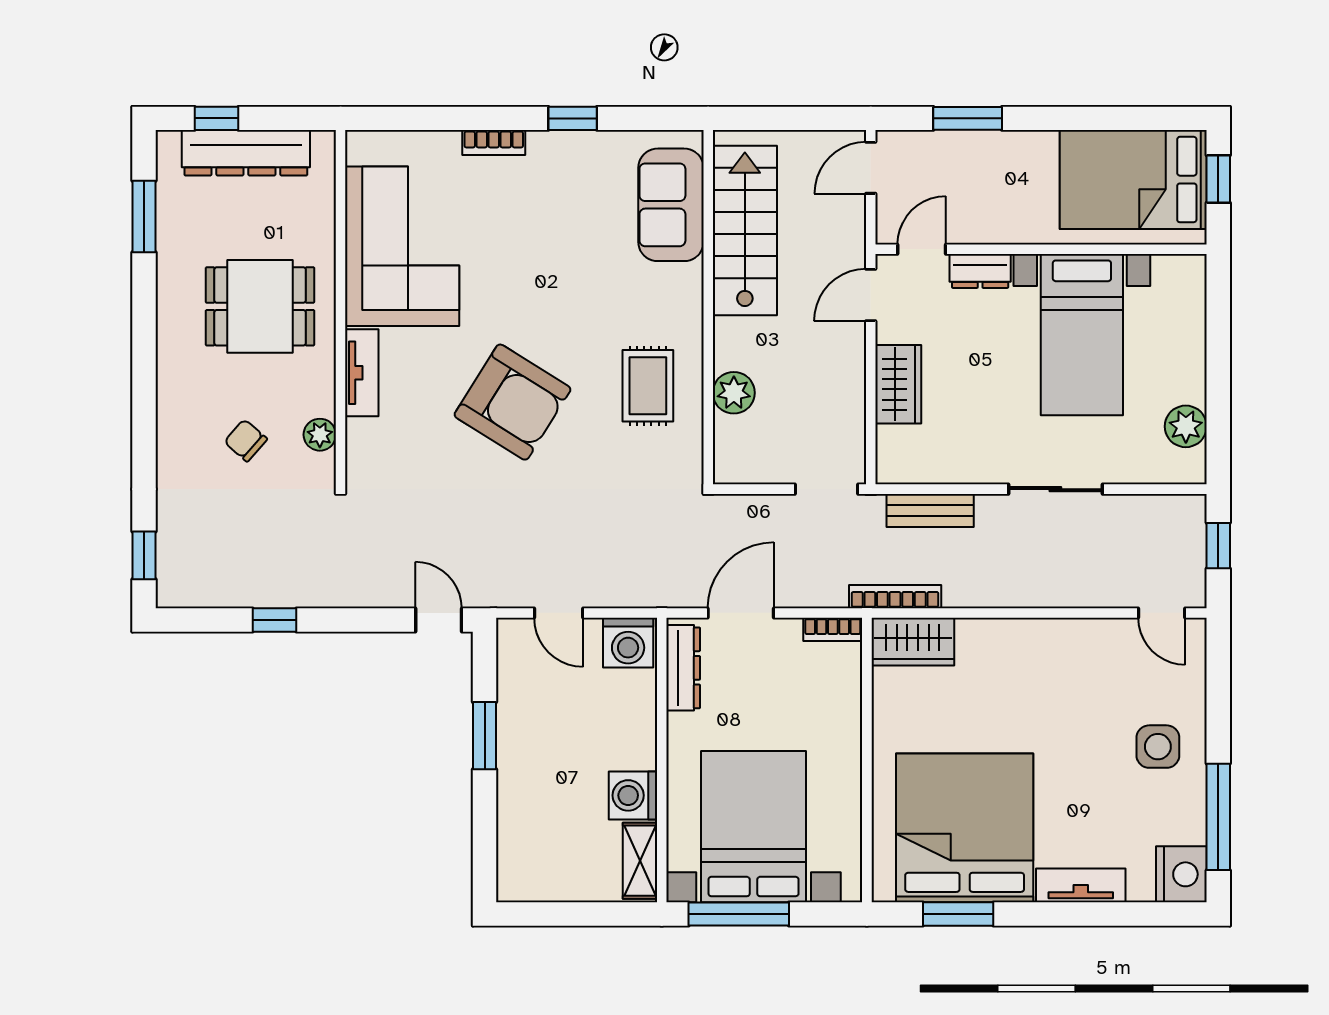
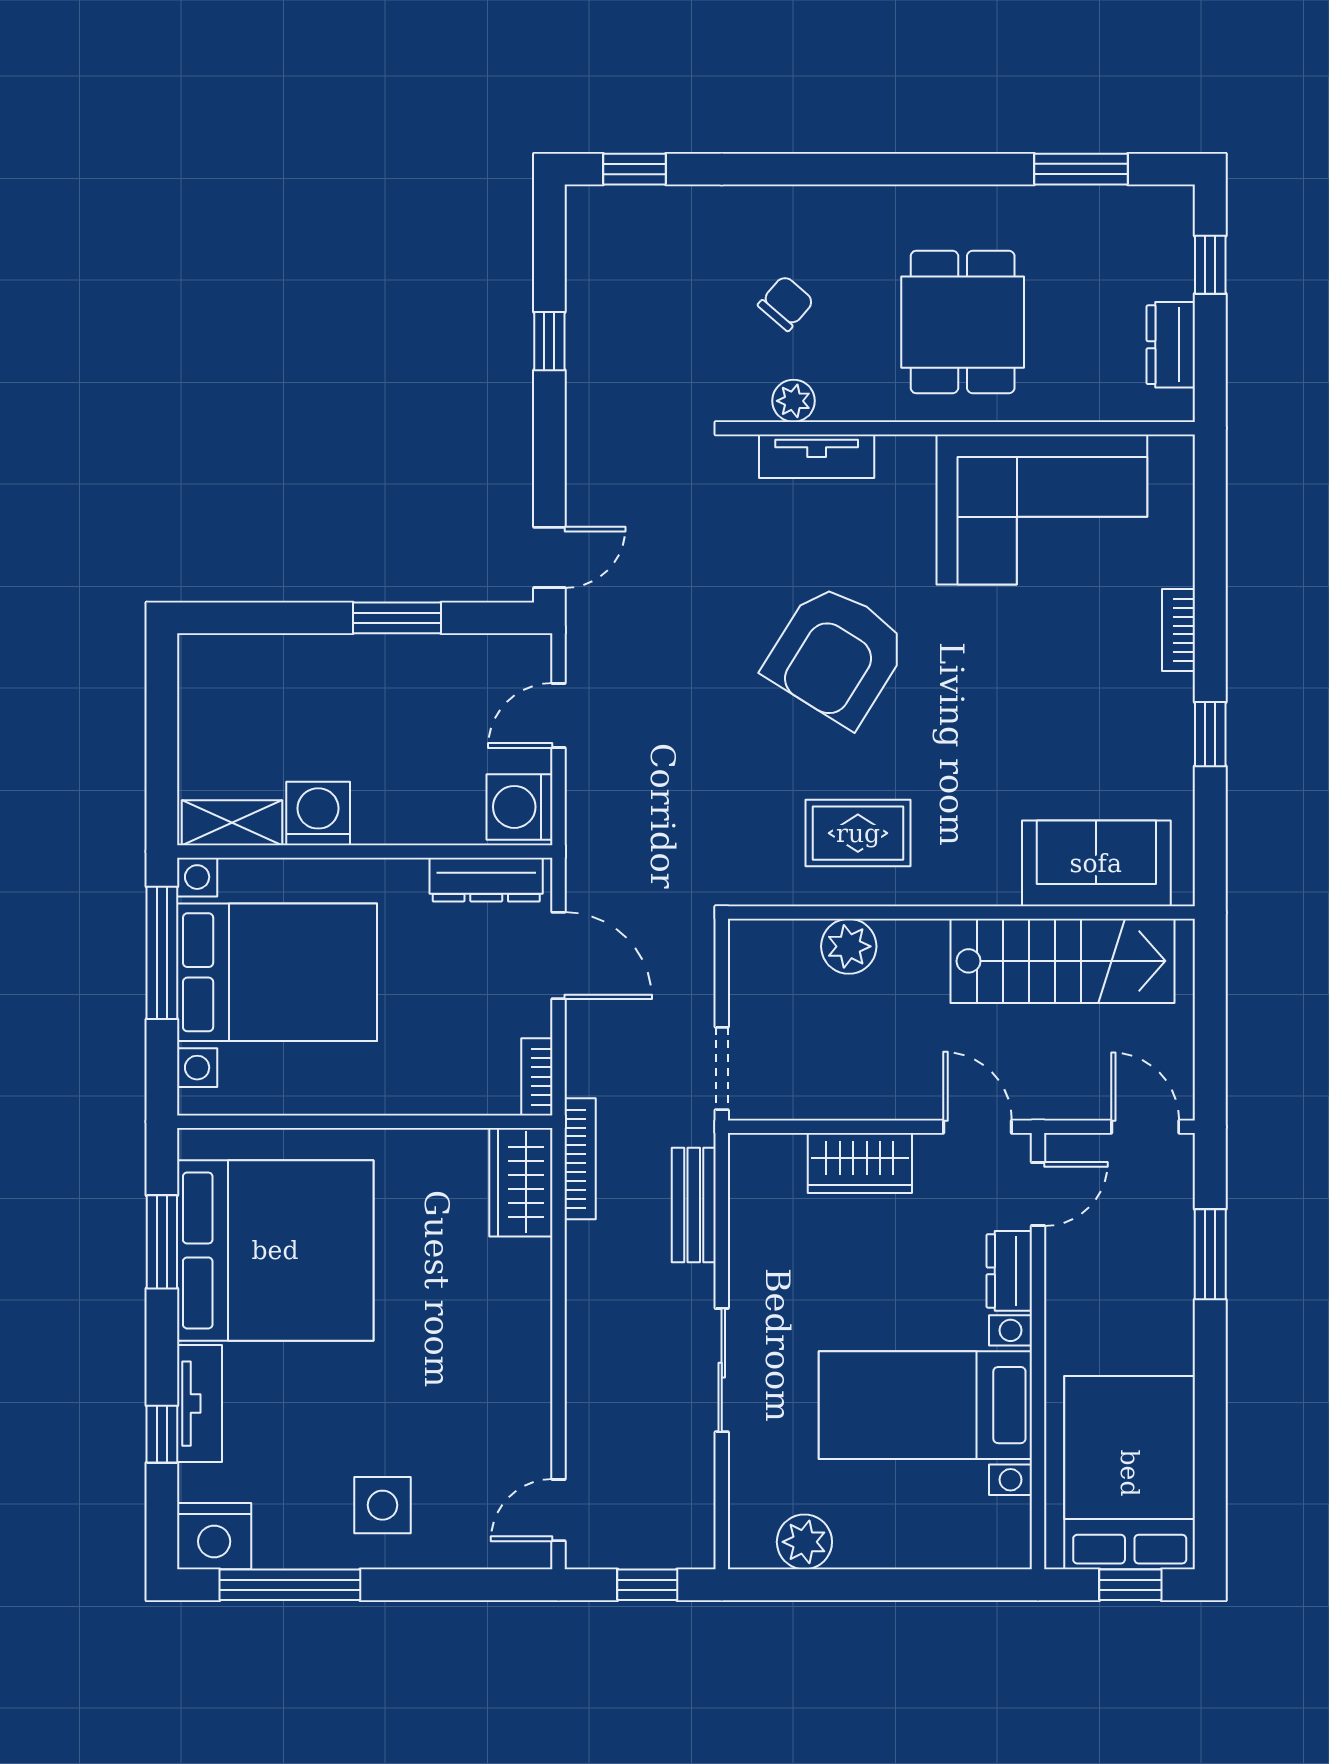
dresser: (246, 153) -> (1171, 345), width x0.51, depth x0.80
door: (922, 249) -> (1038, 1194), hinge flipped
tv unit: (362, 373) -> (817, 456), moved
window: (1104, 914) -> (162, 1434), added

